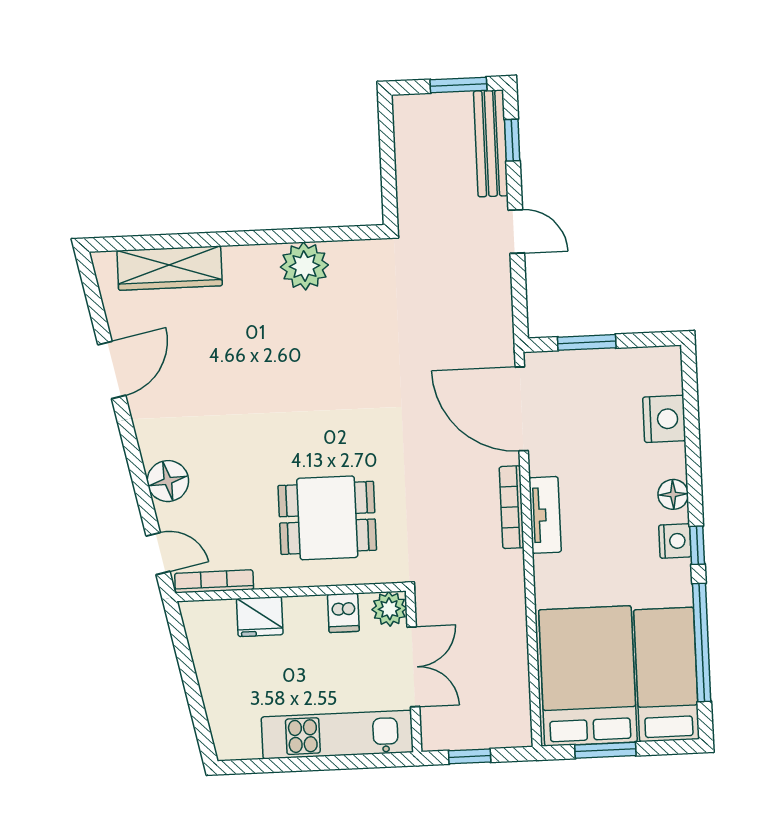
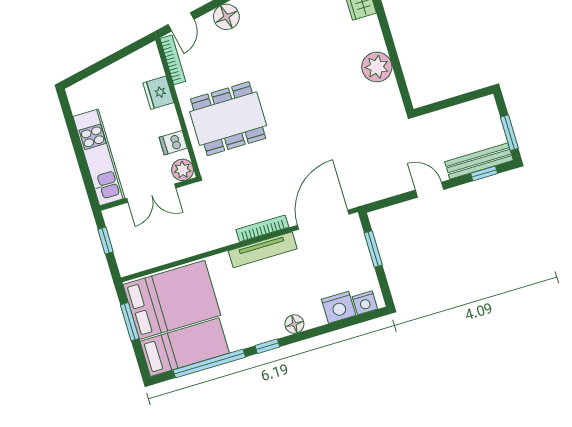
door: (516, 232) -> (430, 190), swing flipped
tv unit: (545, 515) -> (263, 250), width x1.41
dining table: (327, 518) -> (228, 119), width x1.38
nightstand: (675, 541) -> (365, 303), moved

